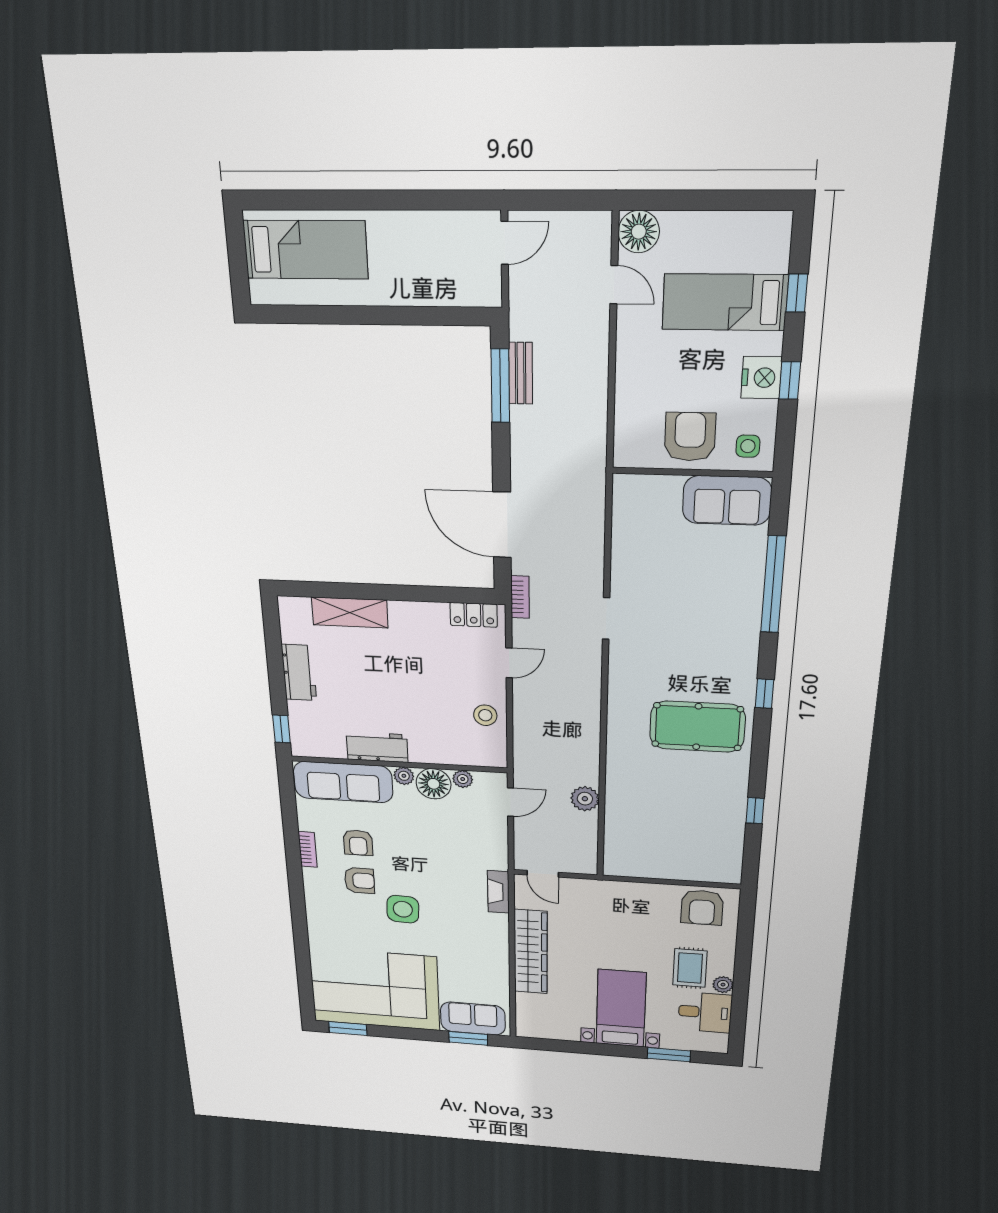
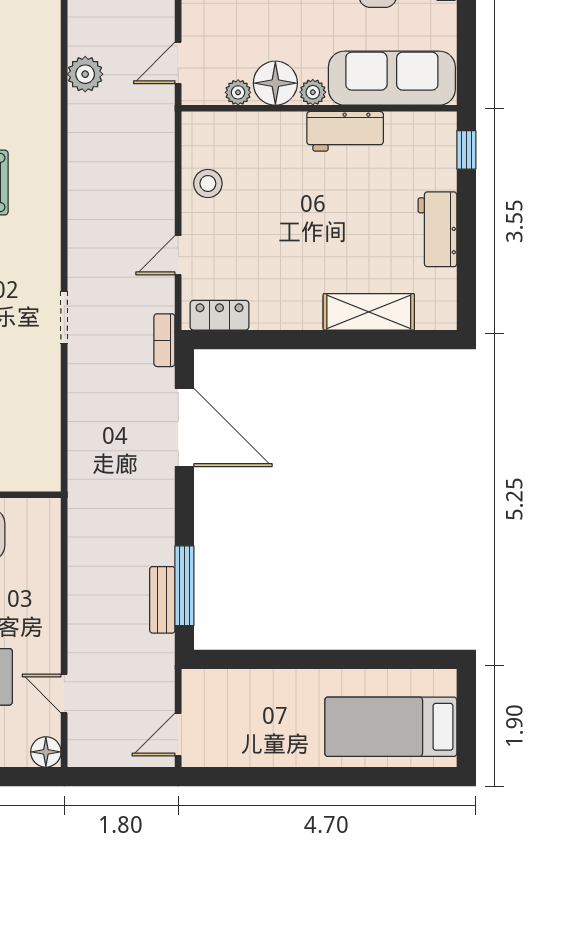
floor lamp: (639, 232) -> (46, 752), width x0.73, depth x0.73

